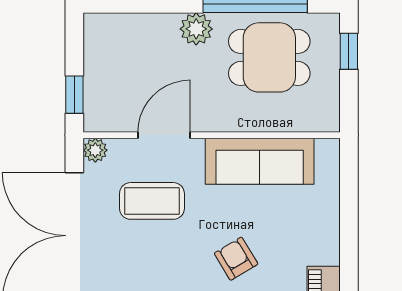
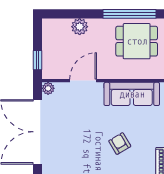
plant: (196, 29) -> (80, 27), moved
coffee table: (152, 201) -> (77, 114), removed

